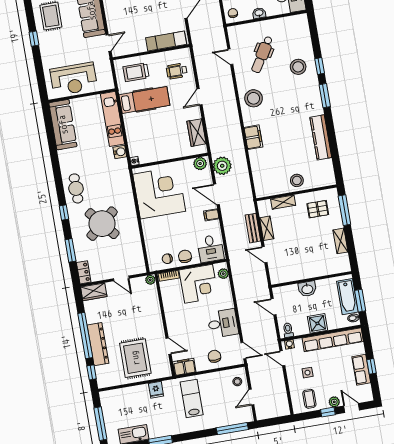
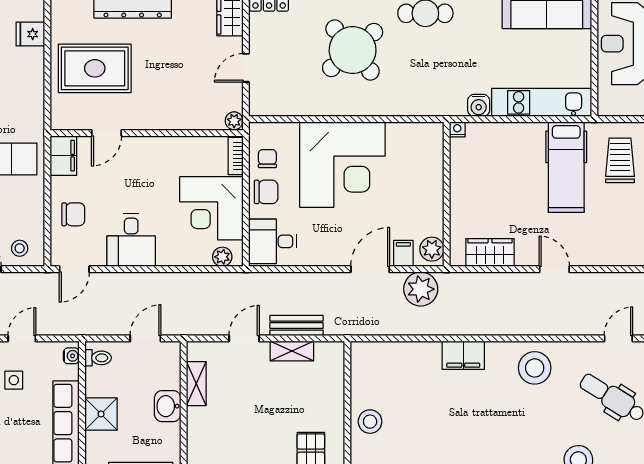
wheelchair: (177, 71) -> (609, 235), removed
corner desk: (159, 193) -> (342, 165), moved
shelving: (283, 202) -> (196, 384), moved
filing cabinet: (211, 215) -> (403, 253), moved
door: (282, 358) -> (22, 338), moved
fridge: (156, 390) -> (30, 34), moved

